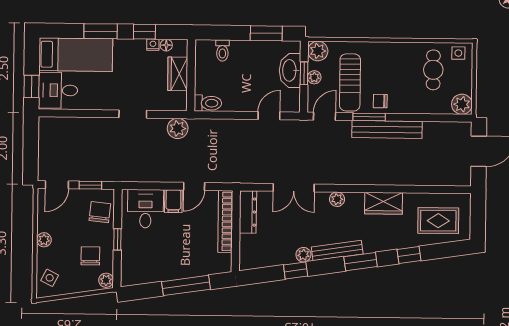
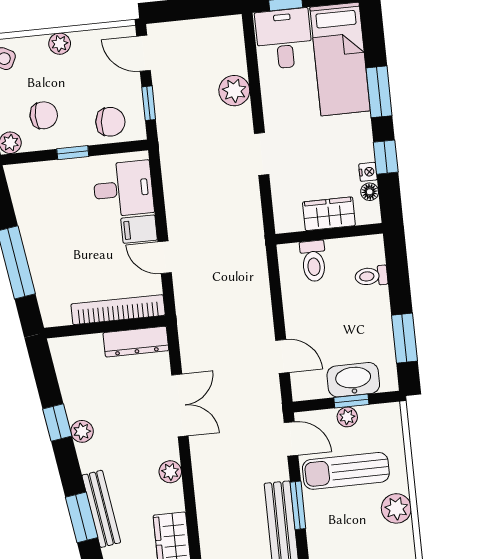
plant: (318, 51) -> (396, 508), moved
chair: (380, 101) -> (323, 519), removed
toilet: (208, 103) -> (313, 261), moved
plant: (178, 128) -> (234, 91), moved
double door: (294, 188) -> (180, 405), swing flipped
bench: (337, 251) -> (101, 509), moved

